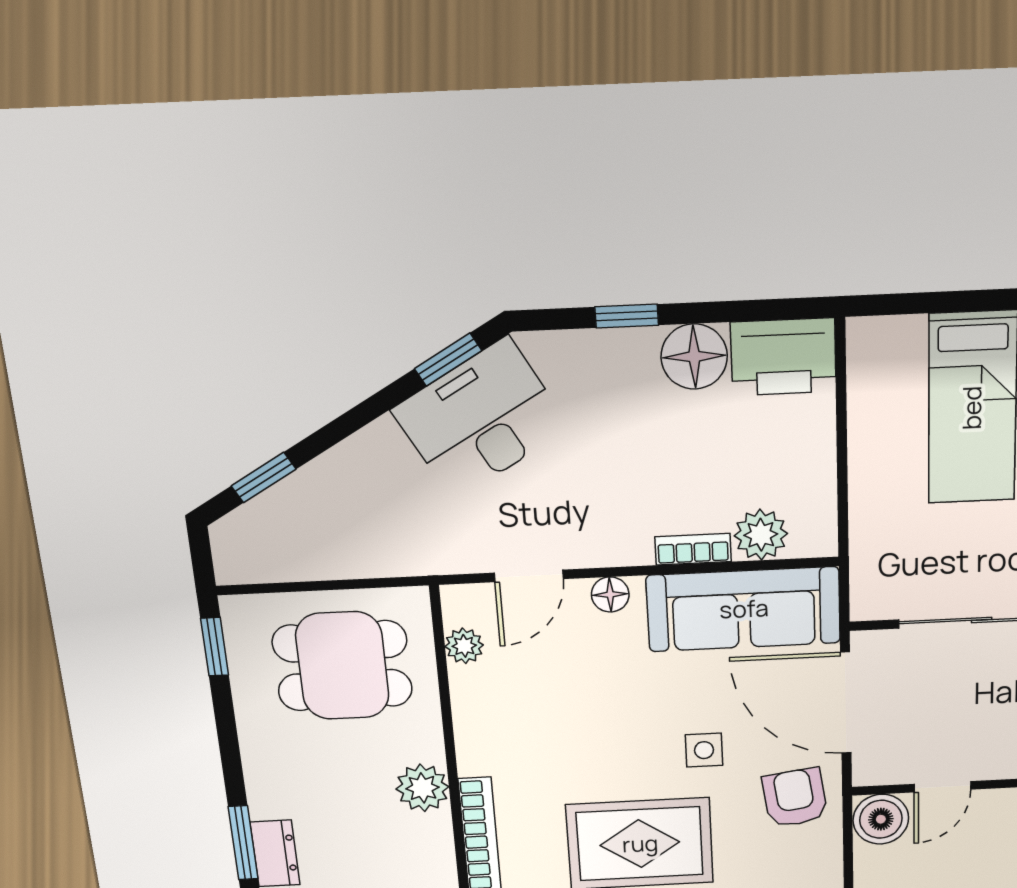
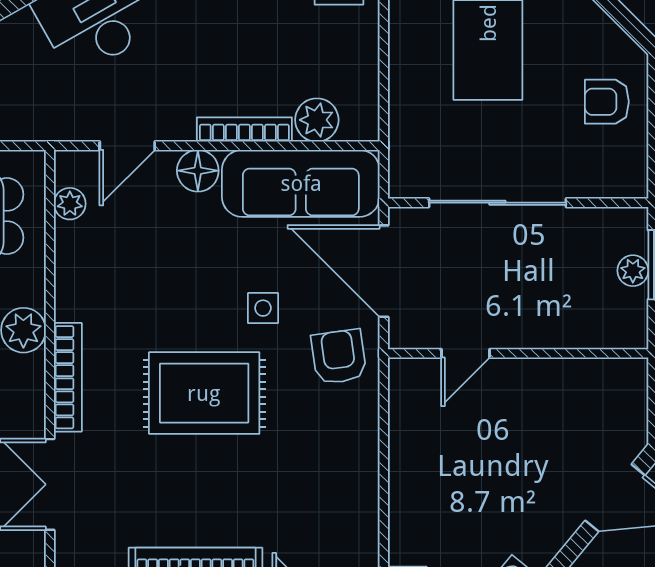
bookcase: (693, 549) -> (244, 130), width x1.56
floor lamp: (610, 595) -> (198, 171), width x1.37, depth x1.37
boiler: (881, 819) -> (412, 381), removed

